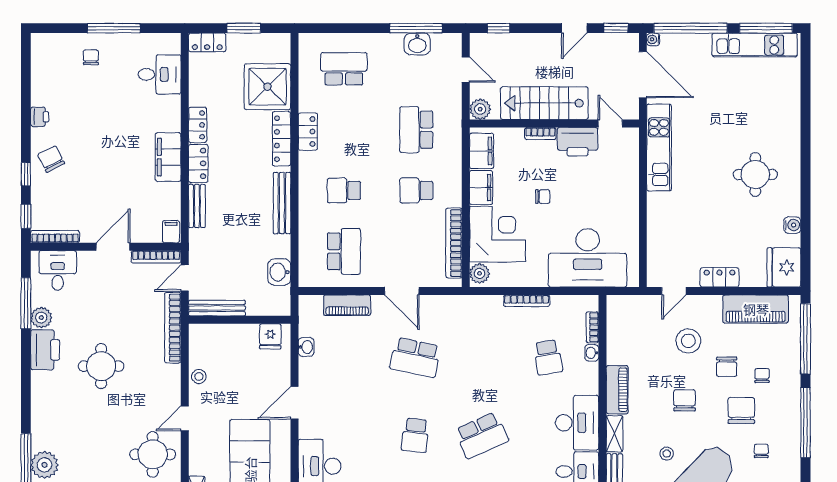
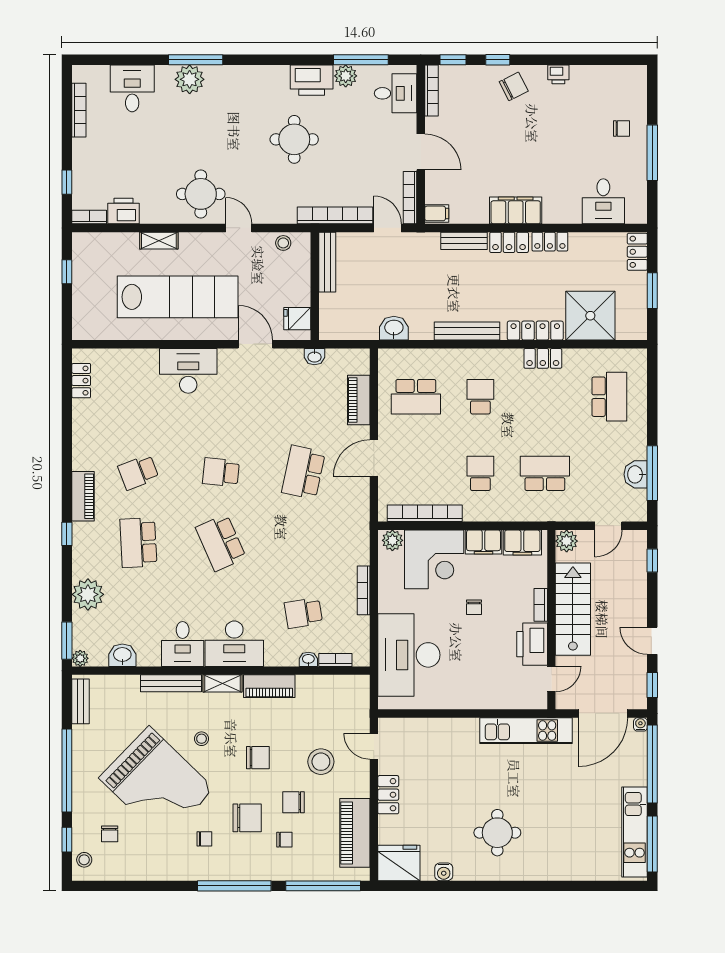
bench: (217, 308) -> (327, 262), moved
wall: (240, 320) -> (315, 286), moved
fridge: (270, 336) -> (297, 319), moved

